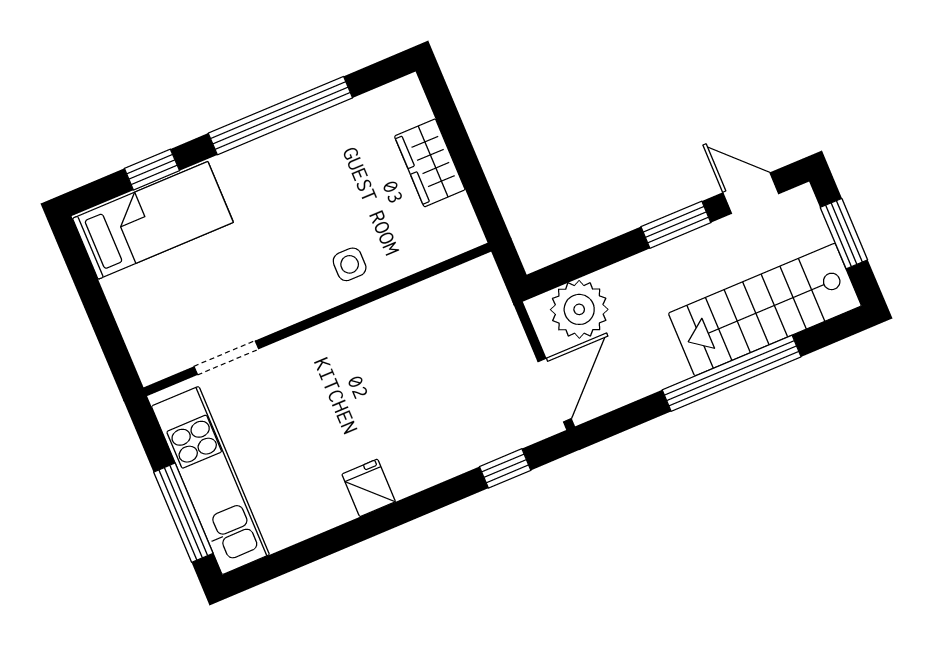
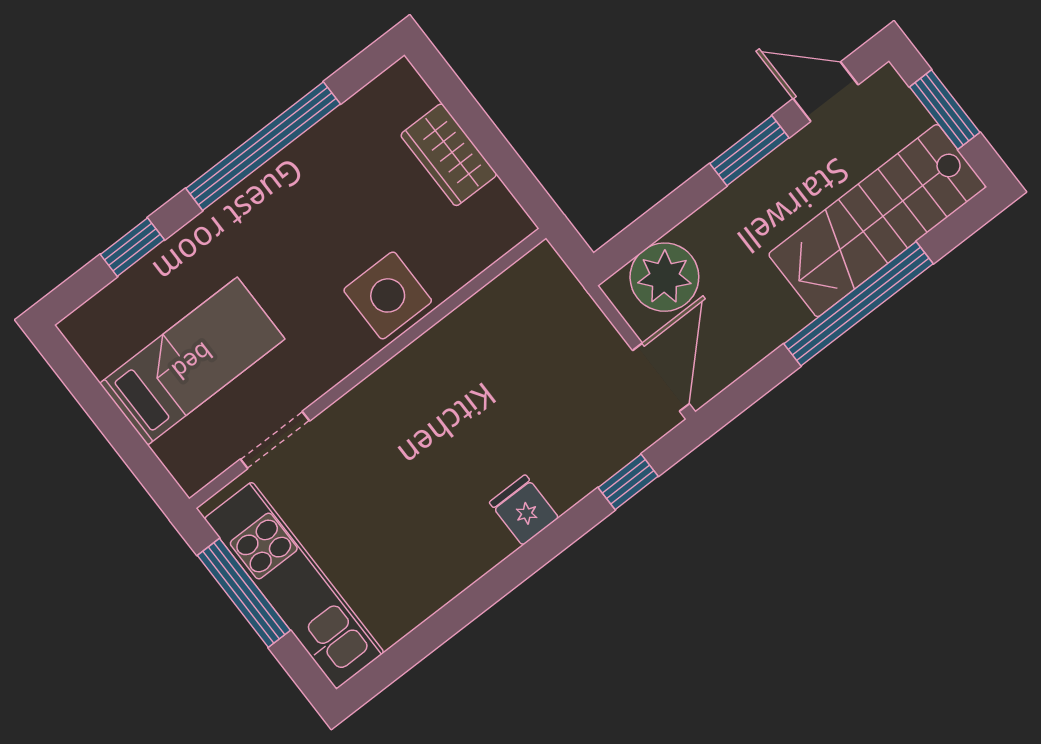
bed: (153, 220) -> (192, 361), moved
side table: (350, 264) -> (388, 295), width x1.87, depth x1.87
fridge: (369, 488) -> (524, 510), moved
window: (183, 513) -> (244, 593), moved

